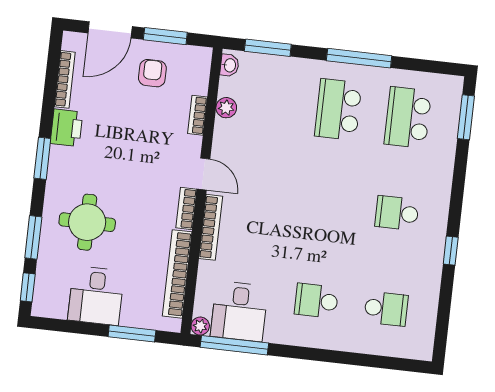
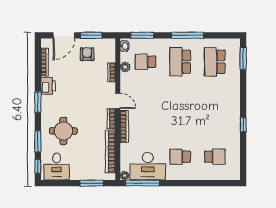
school desk: (397, 213) -> (146, 62), moved
desk: (96, 296) -> (57, 166), moved
desk: (239, 311) -> (148, 166), width x1.37

